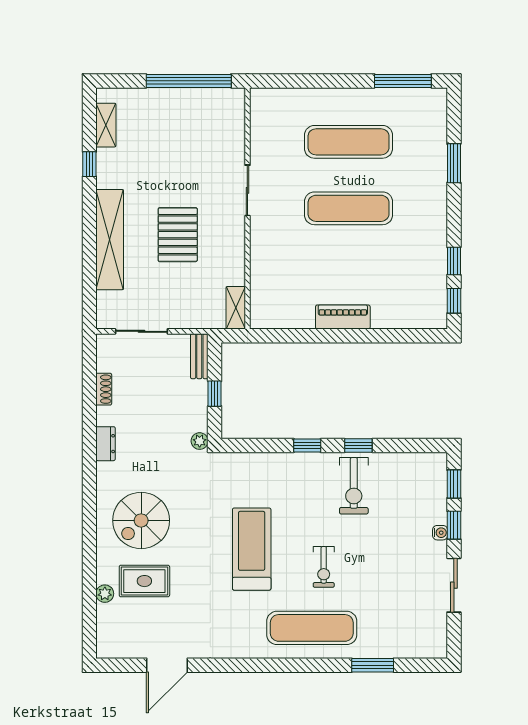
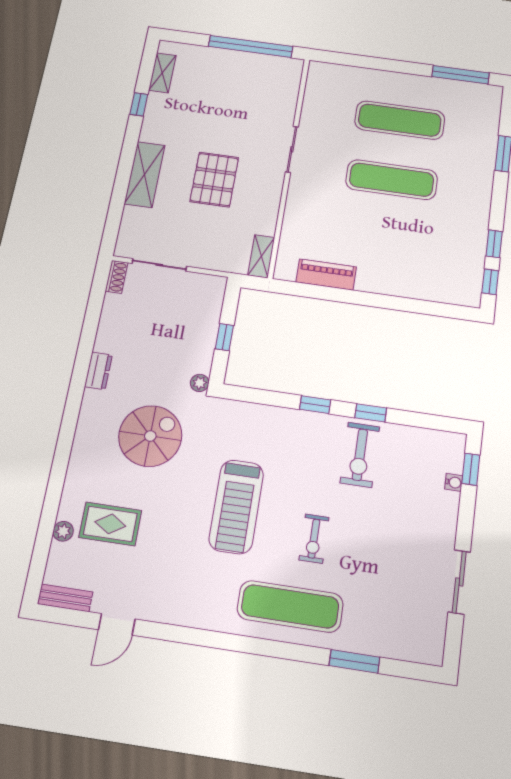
shelving: (110, 240) -> (145, 174), width x0.68
piano: (343, 317) -> (326, 274), moved
bench: (199, 356) -> (65, 598), moved, turned 90
shoe rack: (104, 389) -> (117, 277), moved
spiral stairs: (141, 520) -> (150, 436), moved, turned 180
window: (454, 525) -> (466, 514), removed
water cooler: (440, 533) -> (454, 482), moved
treadmill: (252, 549) -> (236, 507), turned 180
door: (167, 665) -> (117, 624), width x0.73

